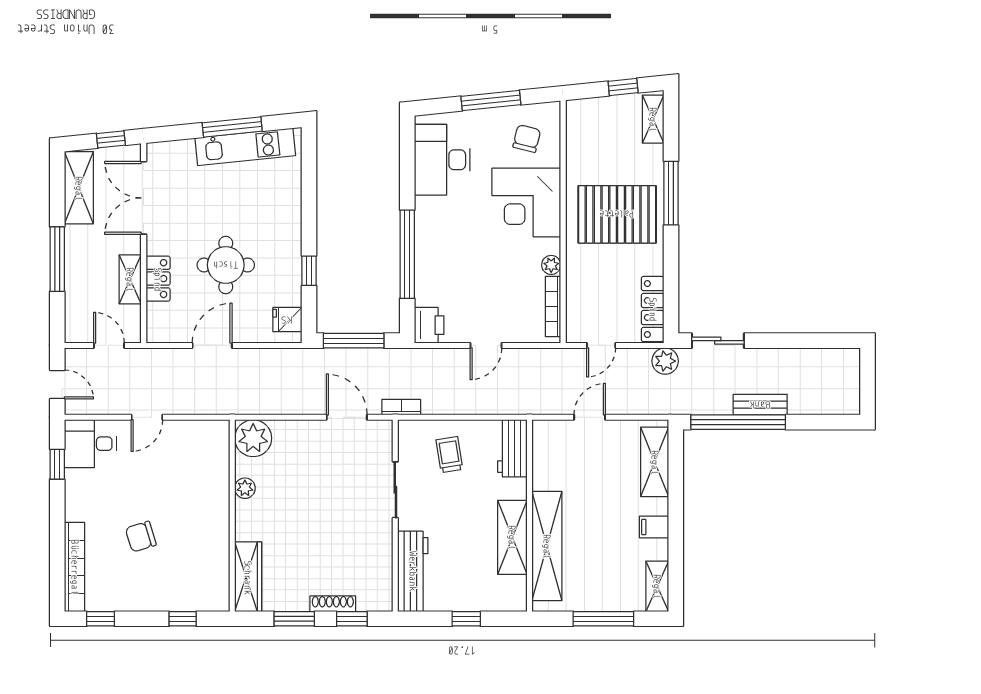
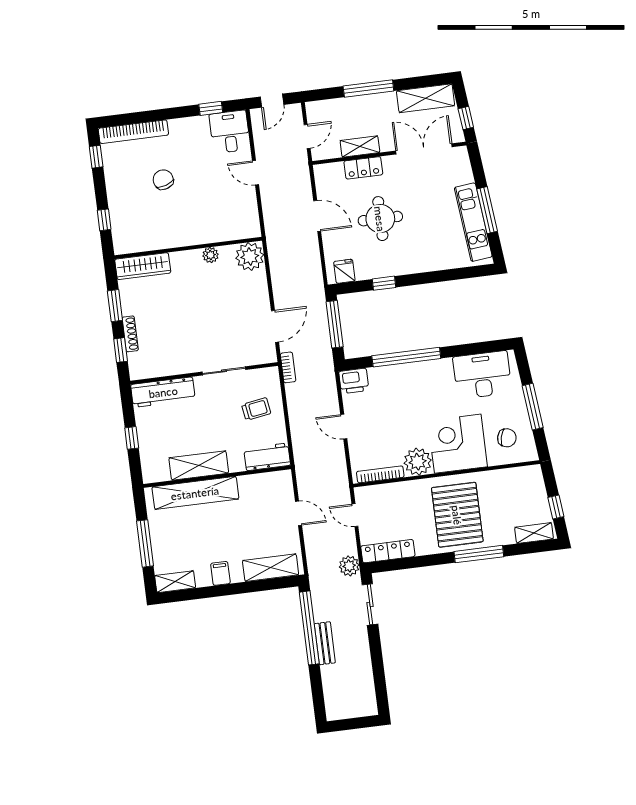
plant: (551, 265) -> (418, 462), width x1.88, depth x1.88

